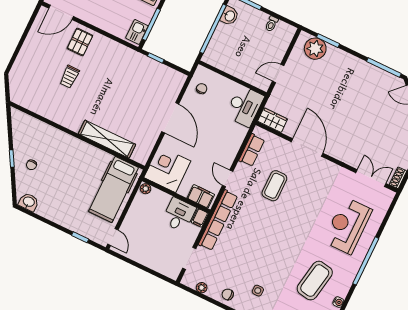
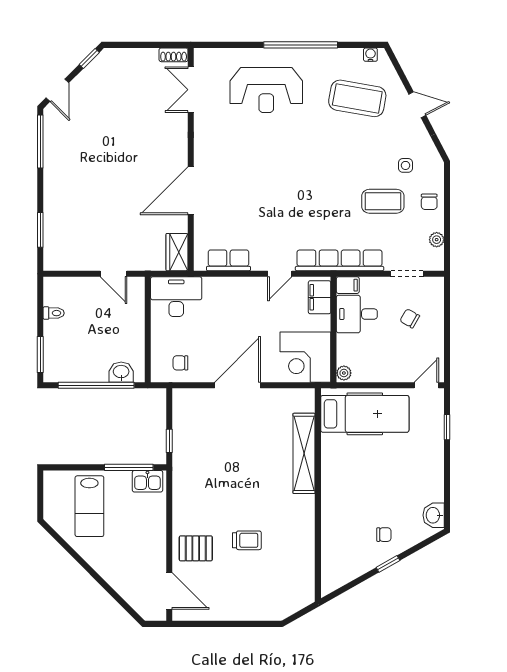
washbasin: (229, 16) -> (121, 372), moved
plant: (315, 49) -> (58, 241), removed
coffee table: (274, 186) -> (383, 201), moved
chair: (160, 247) -> (410, 318), added

